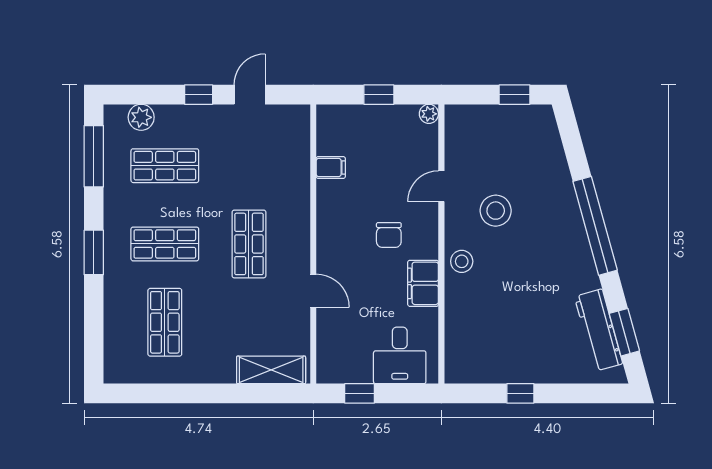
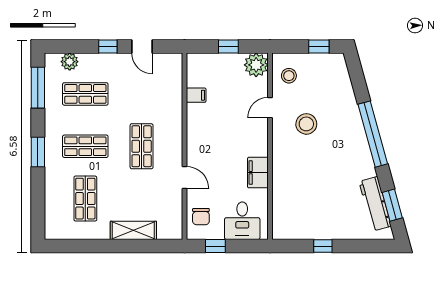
door: (250, 95) -> (142, 46), swing flipped
plant: (429, 114) -> (256, 65), width x1.88, depth x1.88
chair: (389, 235) -> (201, 217), moved
stool: (462, 261) -> (289, 76), moved
shelving: (271, 370) -> (133, 230), moved

